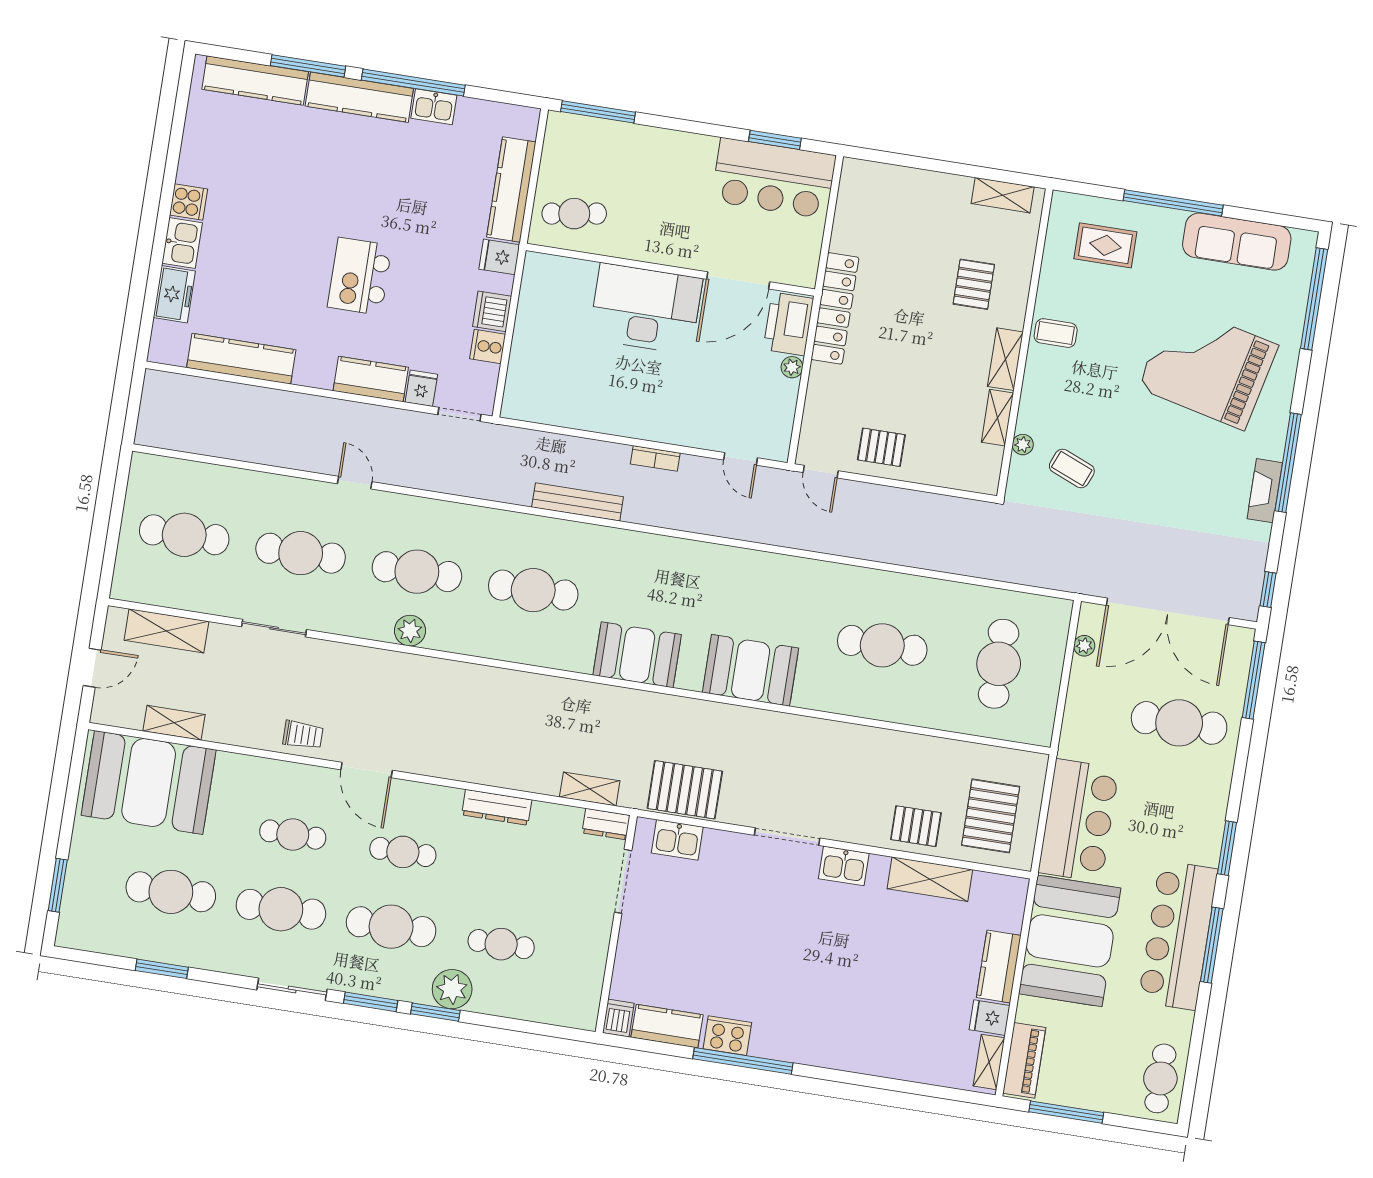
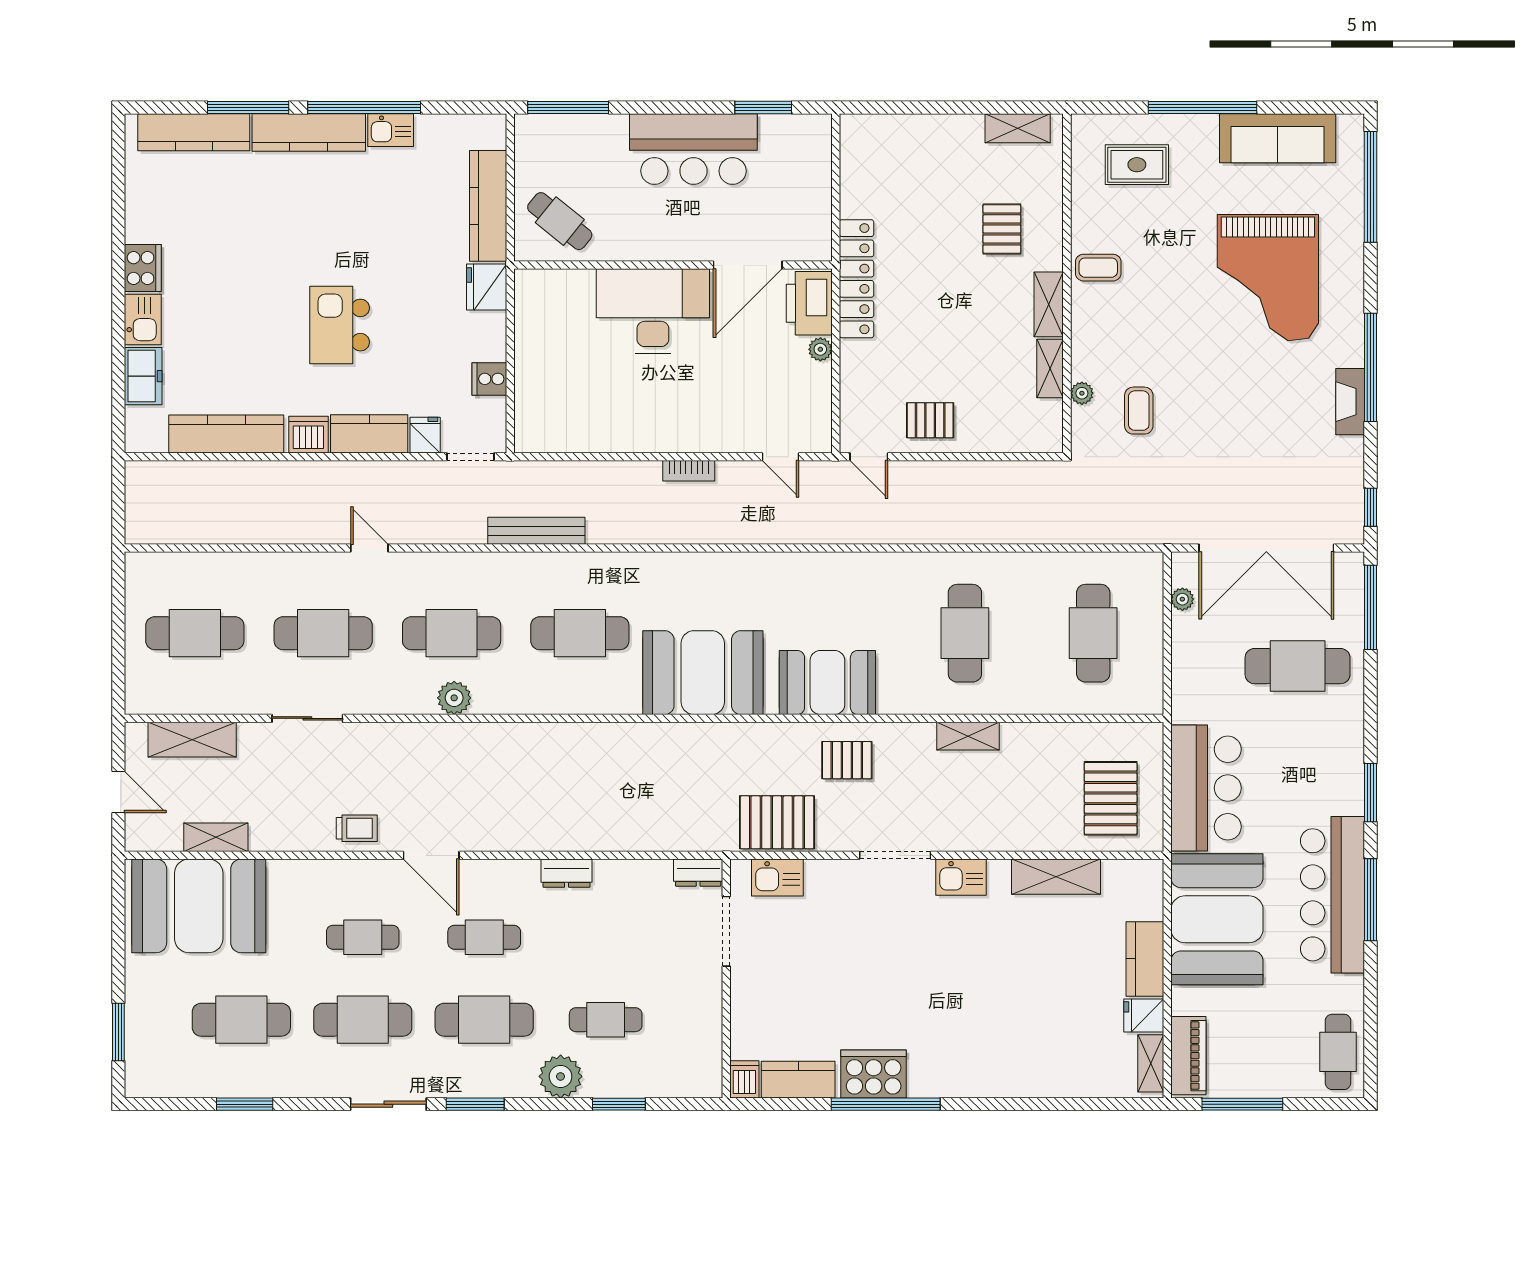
bar counter: (774, 178) -> (693, 149), moved
cooker: (189, 202) -> (143, 268), width x1.36
cafe table: (574, 214) -> (560, 221), turned 48
fridge: (499, 257) -> (487, 287), width x1.38
dishwasher: (492, 311) -> (308, 435), moved, turned 90
grand piano: (1208, 367) -> (1268, 278), turned -103
coffee table: (1072, 468) -> (1139, 411), turned 68
bench: (578, 502) -> (536, 531), moved
cafe table: (882, 645) -> (965, 633), turned 90
booth: (637, 655) -> (703, 673), width x1.36, depth x1.42
door: (92, 668) -> (118, 792), hinge flipped
shelving: (590, 789) -> (968, 736), moved
dresser: (497, 807) -> (567, 873), width x0.70
pallet: (916, 826) -> (847, 760), moved
window: (435, 1012) -> (619, 1104), moved
cooker: (727, 1036) -> (874, 1074), width x1.37, depth x1.31

